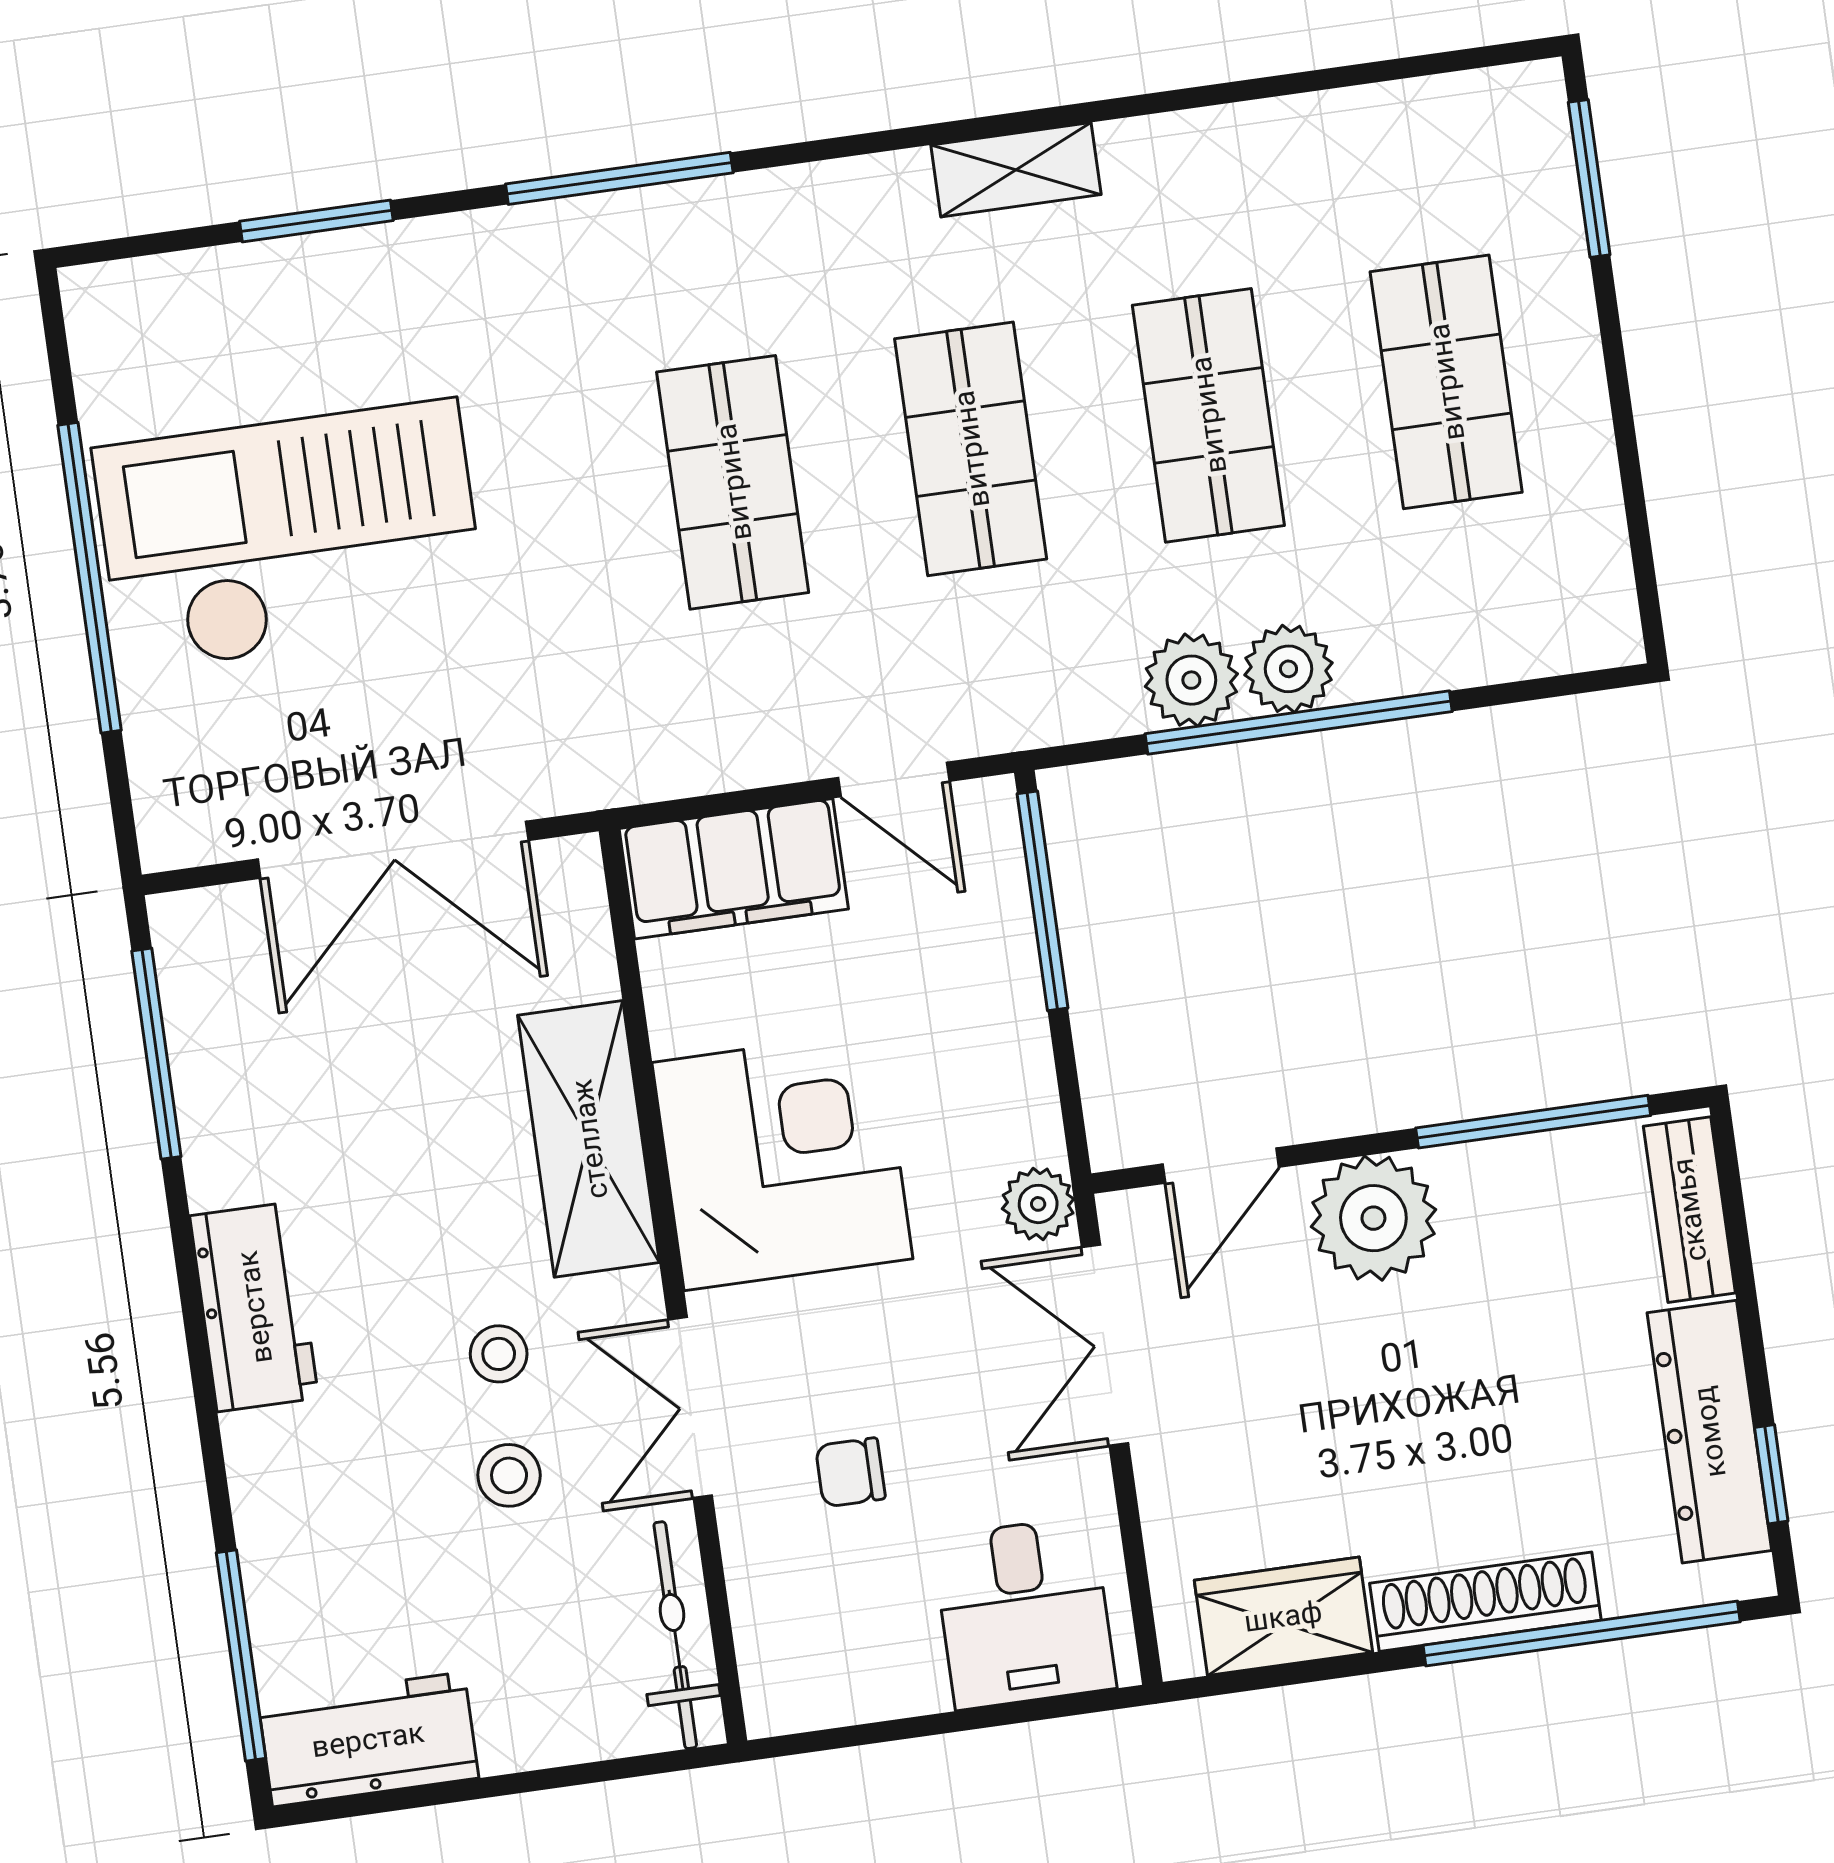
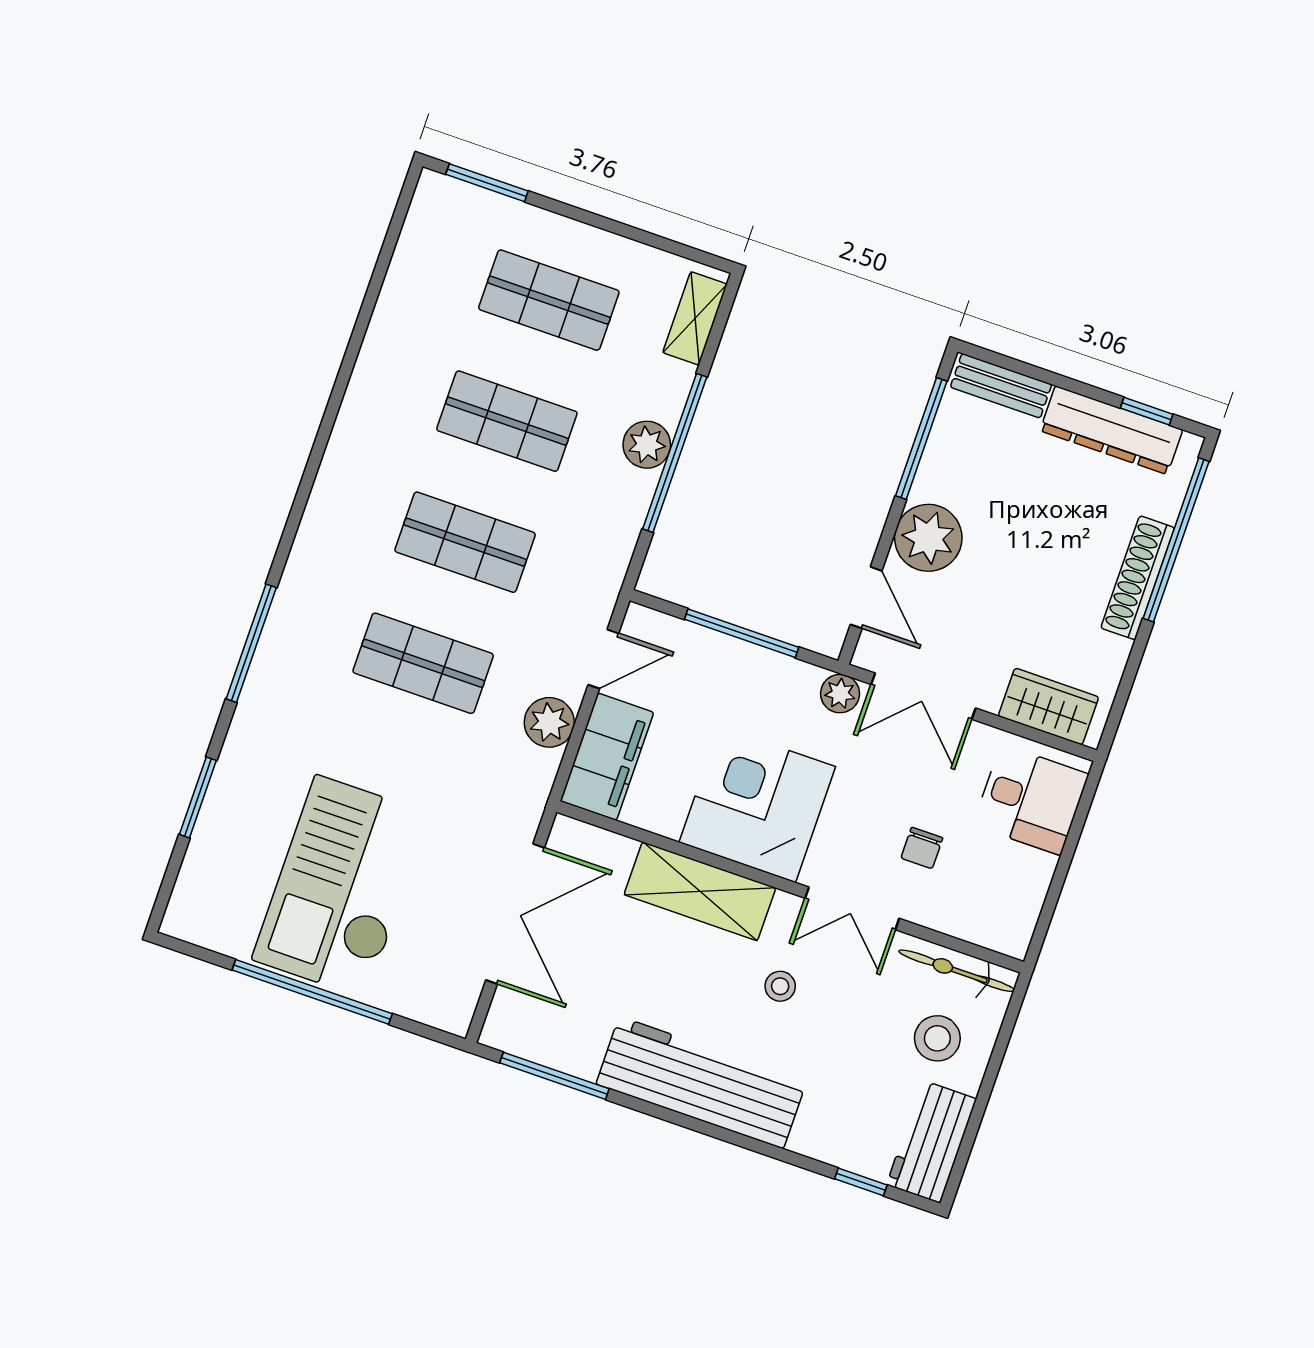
shelving: (1016, 170) -> (695, 318), moved
plant: (1191, 680) -> (549, 722), moved
window: (1042, 901) -> (742, 633), moved
workbench: (254, 1307) -> (701, 1083), width x1.88, depth x1.32
stool: (509, 1475) -> (937, 1038), moved, width x1.37, depth x1.37
wardrobe: (1283, 1616) -> (1048, 706), moved, turned 90
window: (241, 1656) -> (861, 1182), width x0.46

